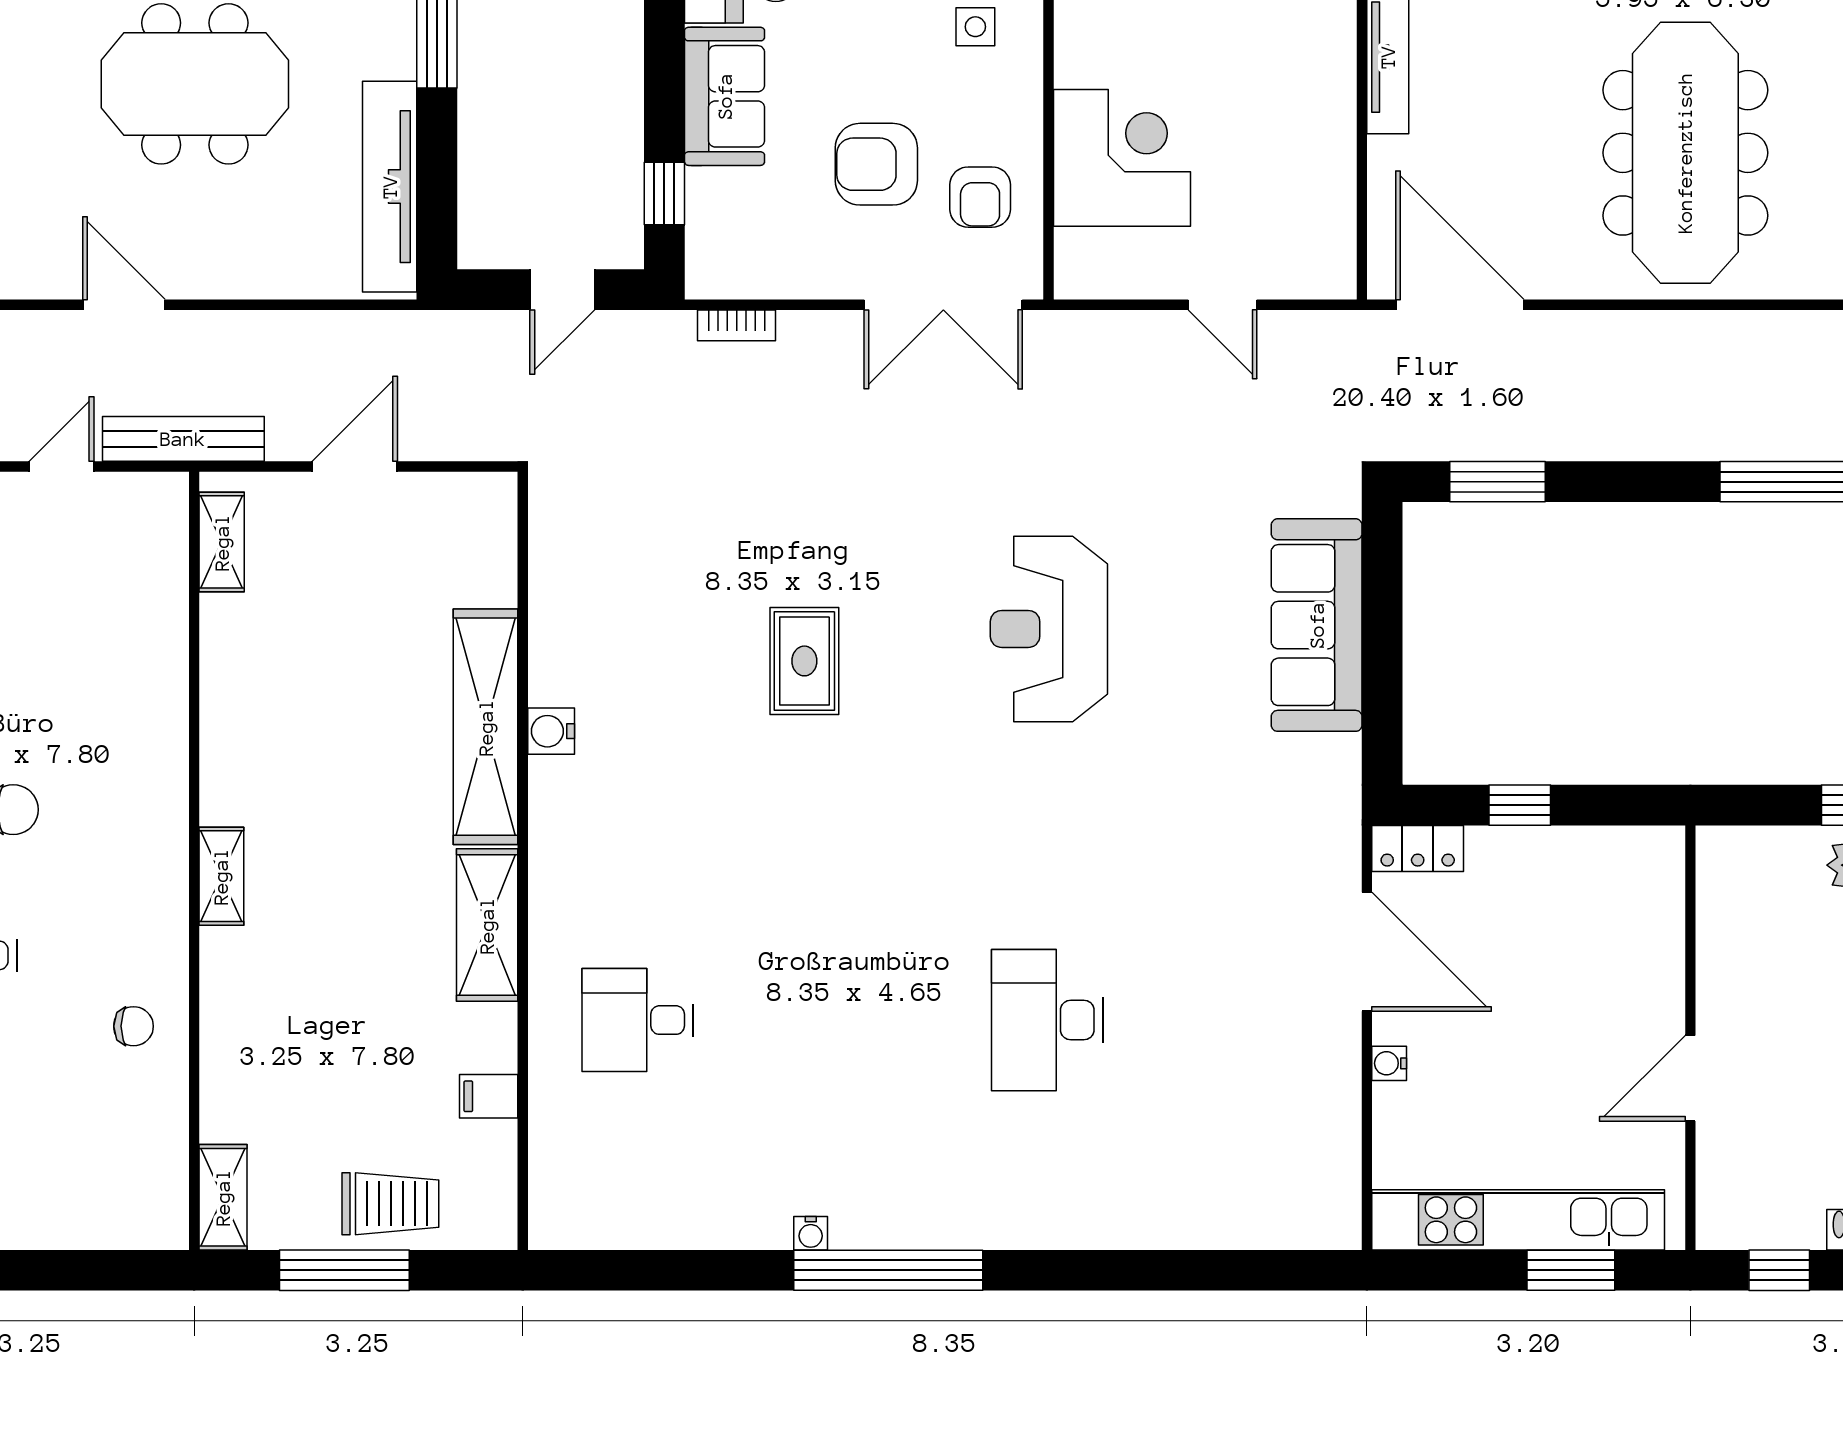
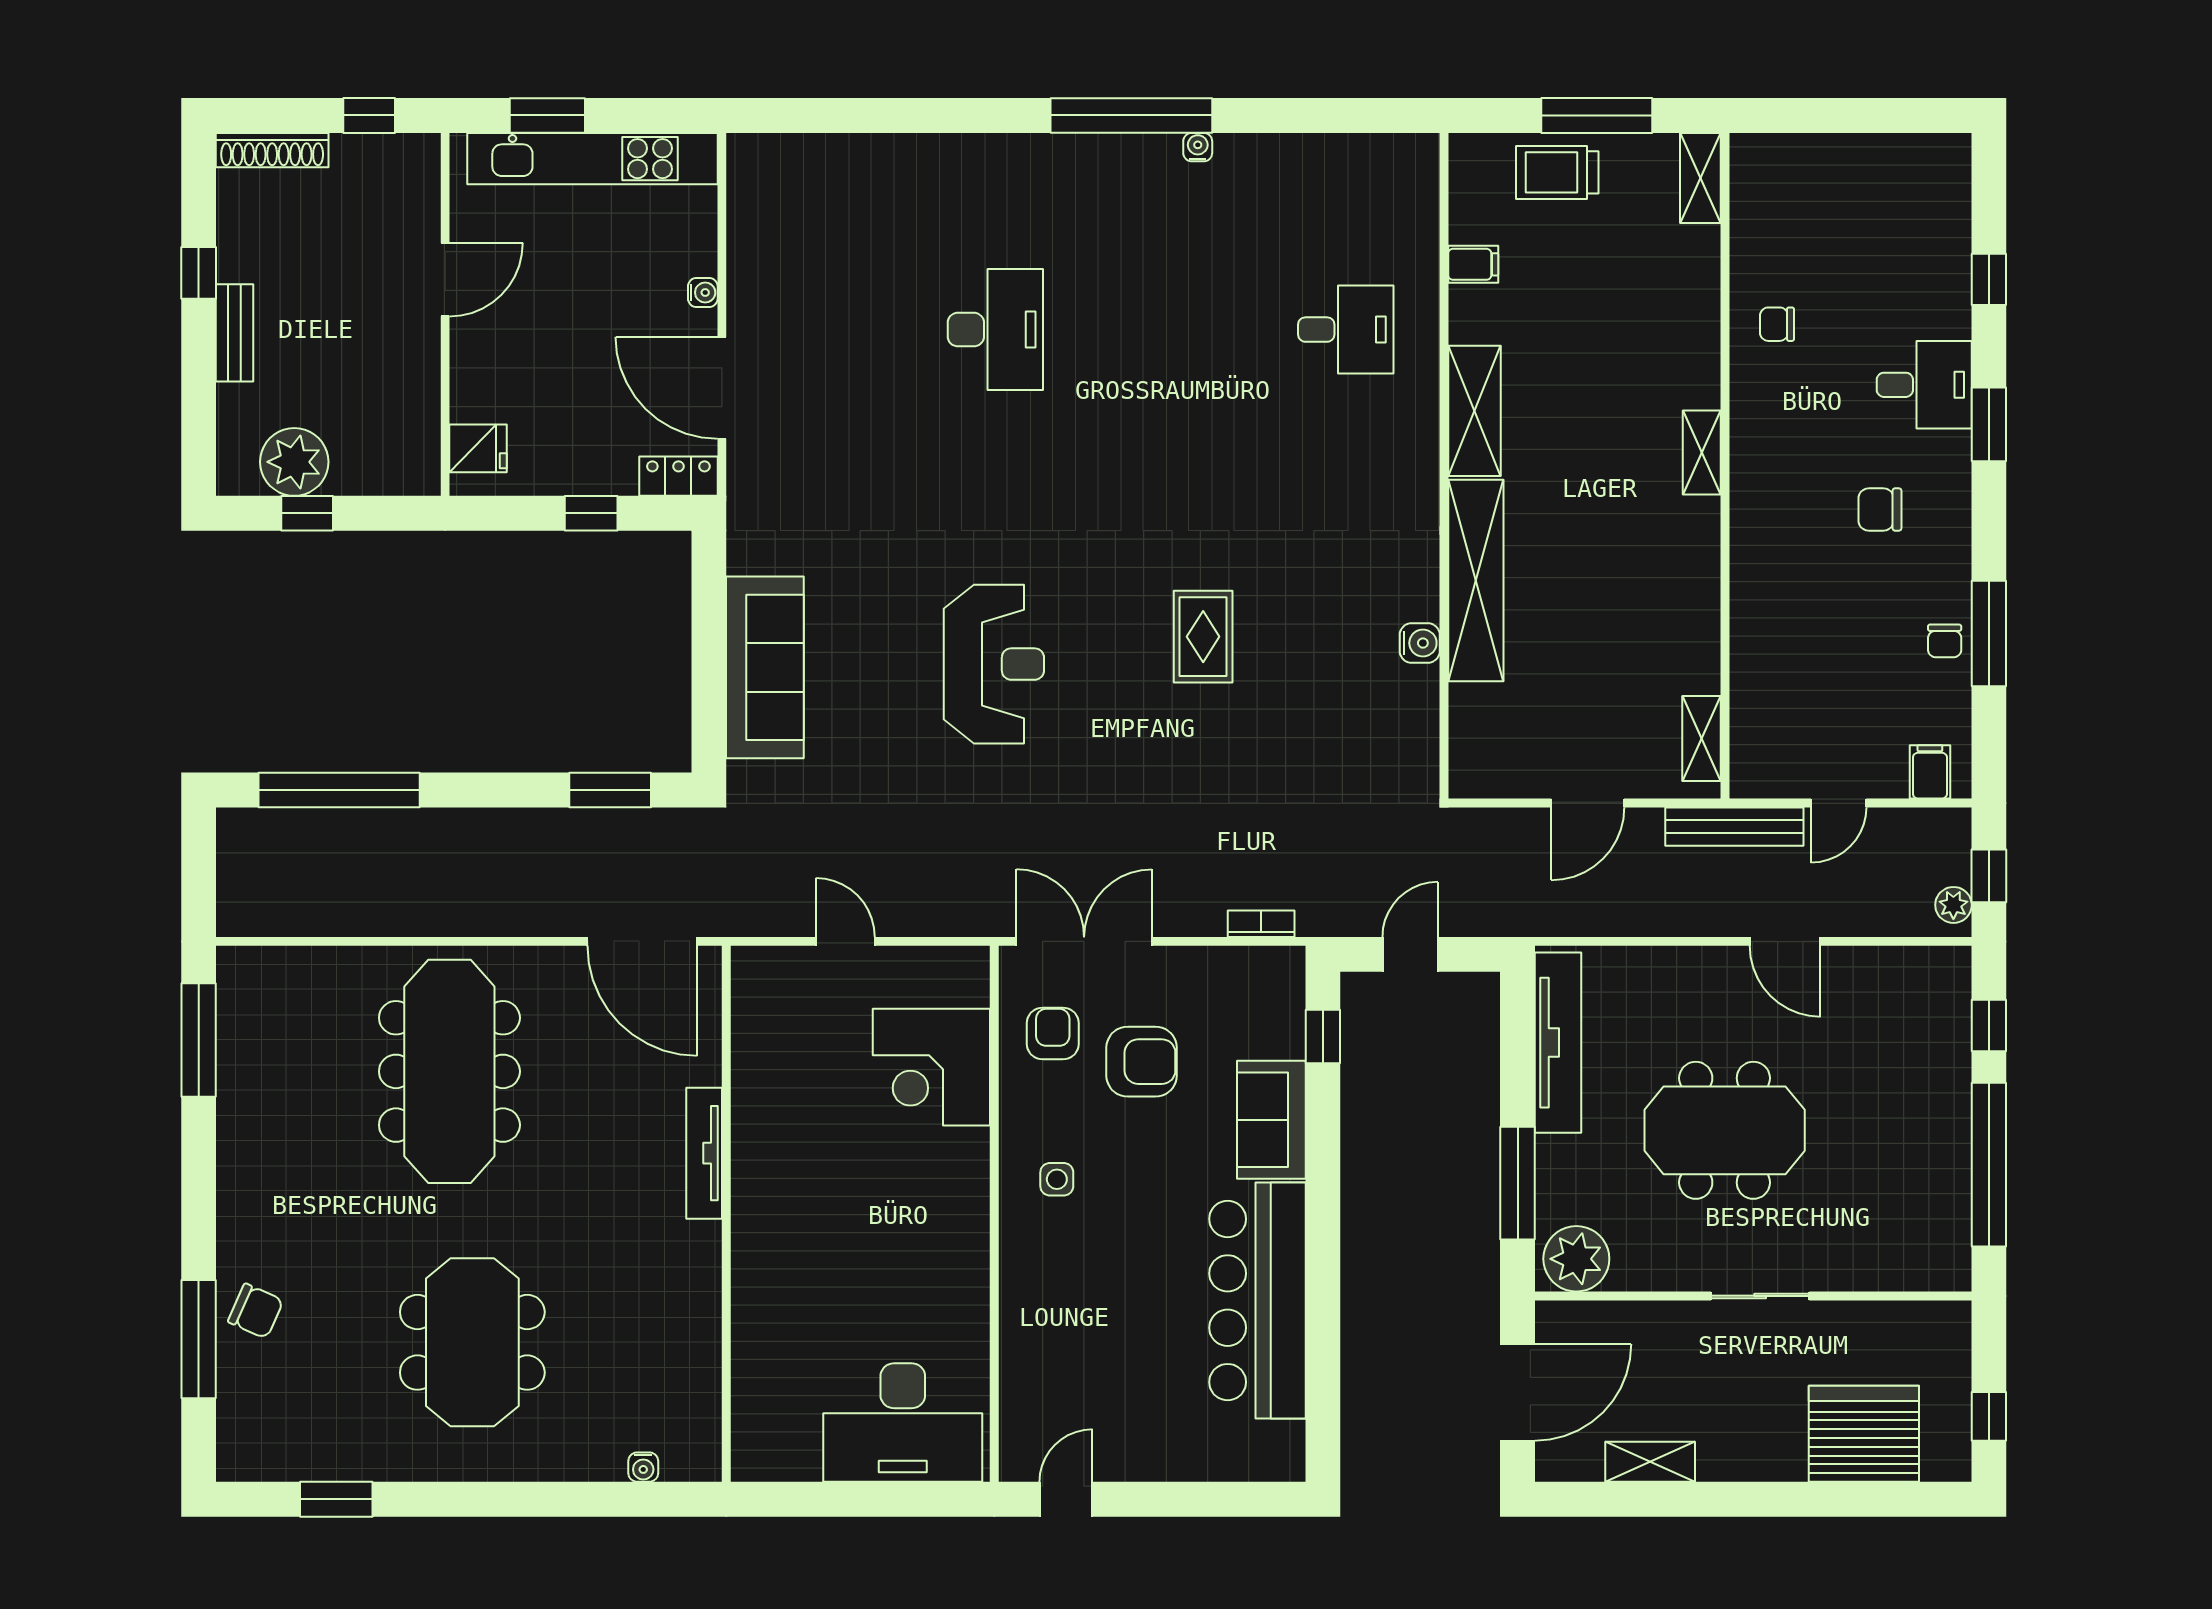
water cooler: (551, 731) -> (1420, 643), moved
fridge: (1652, 881) -> (478, 448), added

